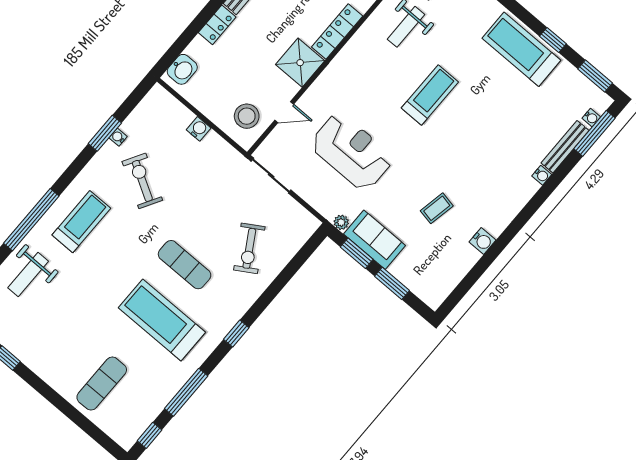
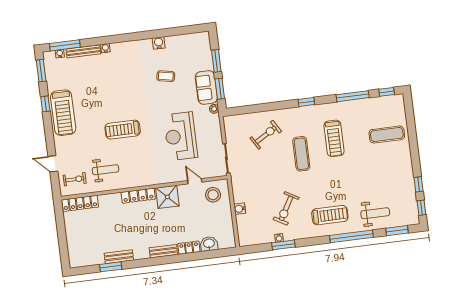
washbasin: (182, 69) -> (209, 244), moved
treadmill: (81, 222) -> (330, 215), turned 180
treadmill: (162, 320) -> (334, 138), width x0.73, depth x0.73

